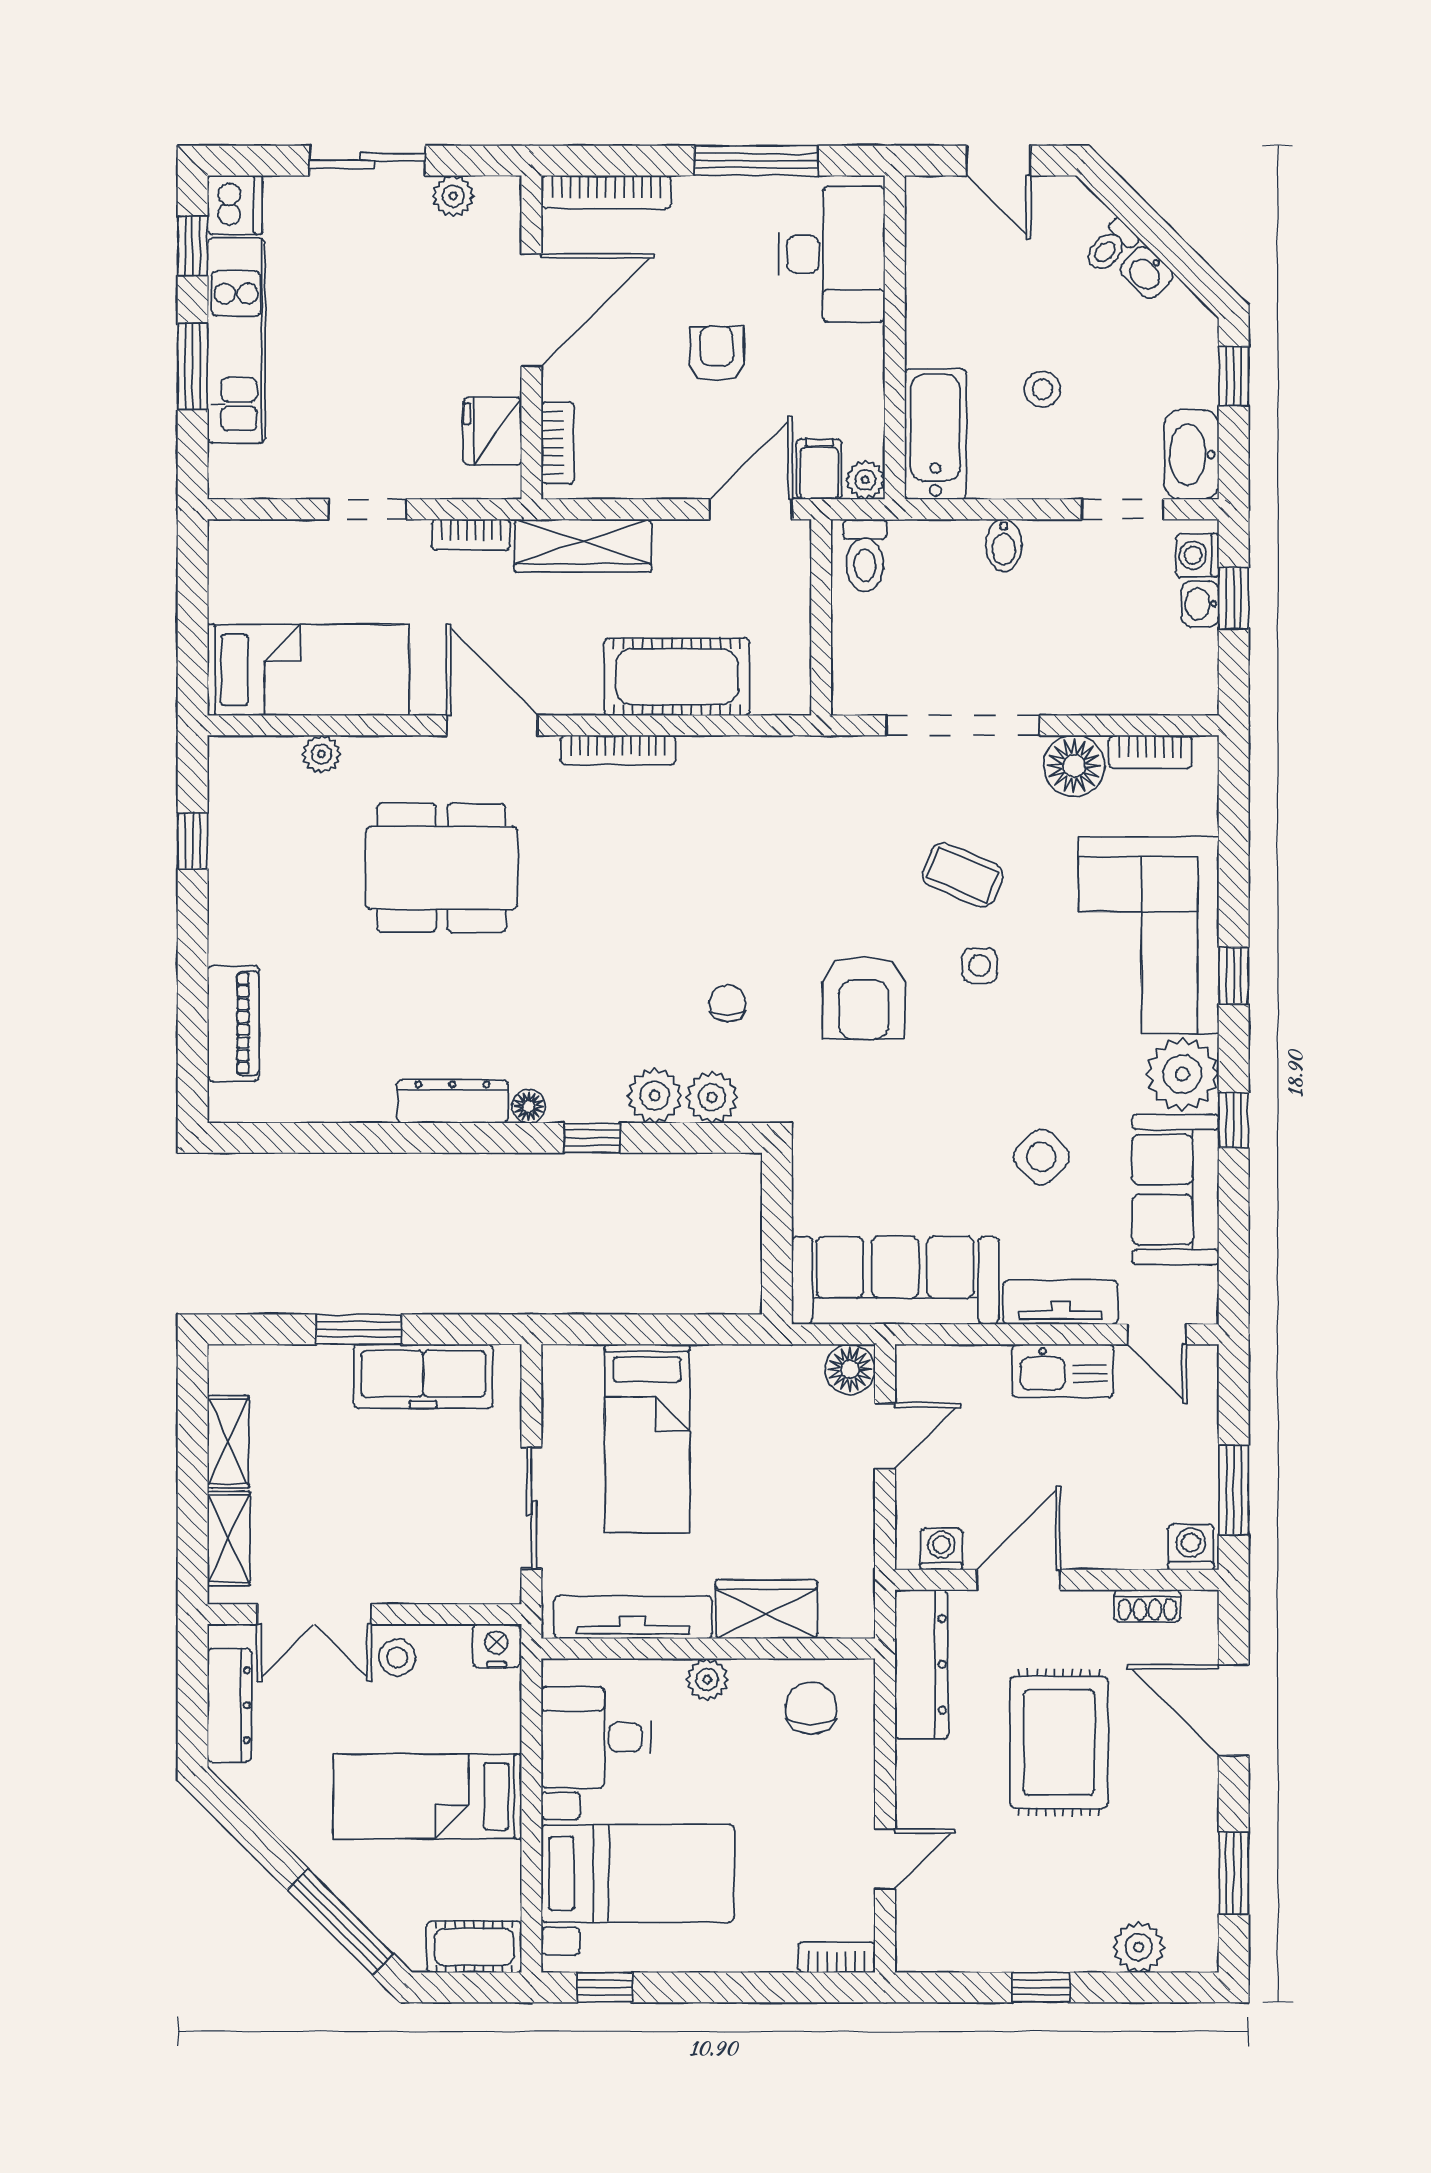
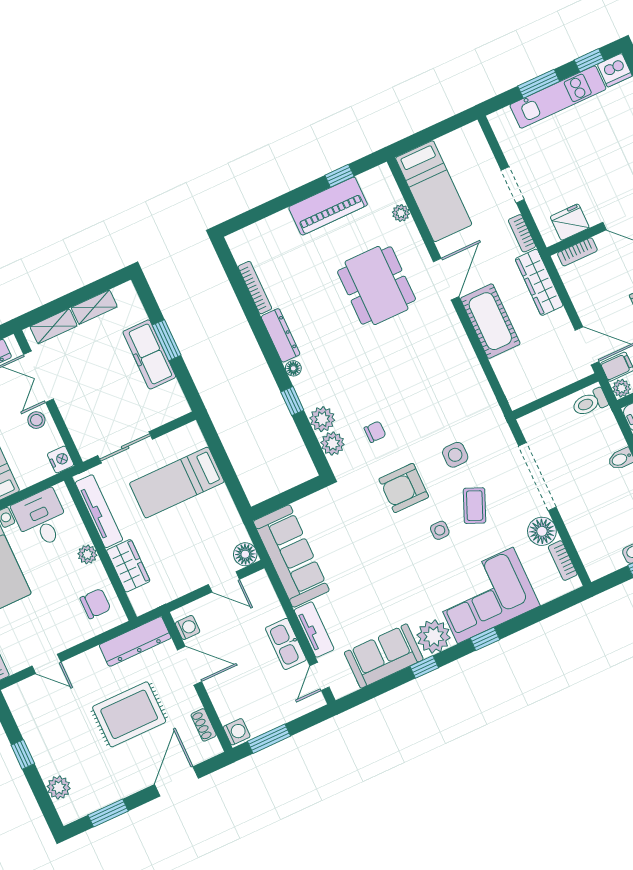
cot: (677, 677) -> (490, 321), moved
bookcase: (618, 750) -> (255, 288), moved, turned 180
piano: (233, 1023) -> (328, 206), moved, width x1.37, depth x1.33
side table: (1041, 1157) -> (455, 455), moved, turned 45
freezer: (423, 1376) -> (149, 354), moved

